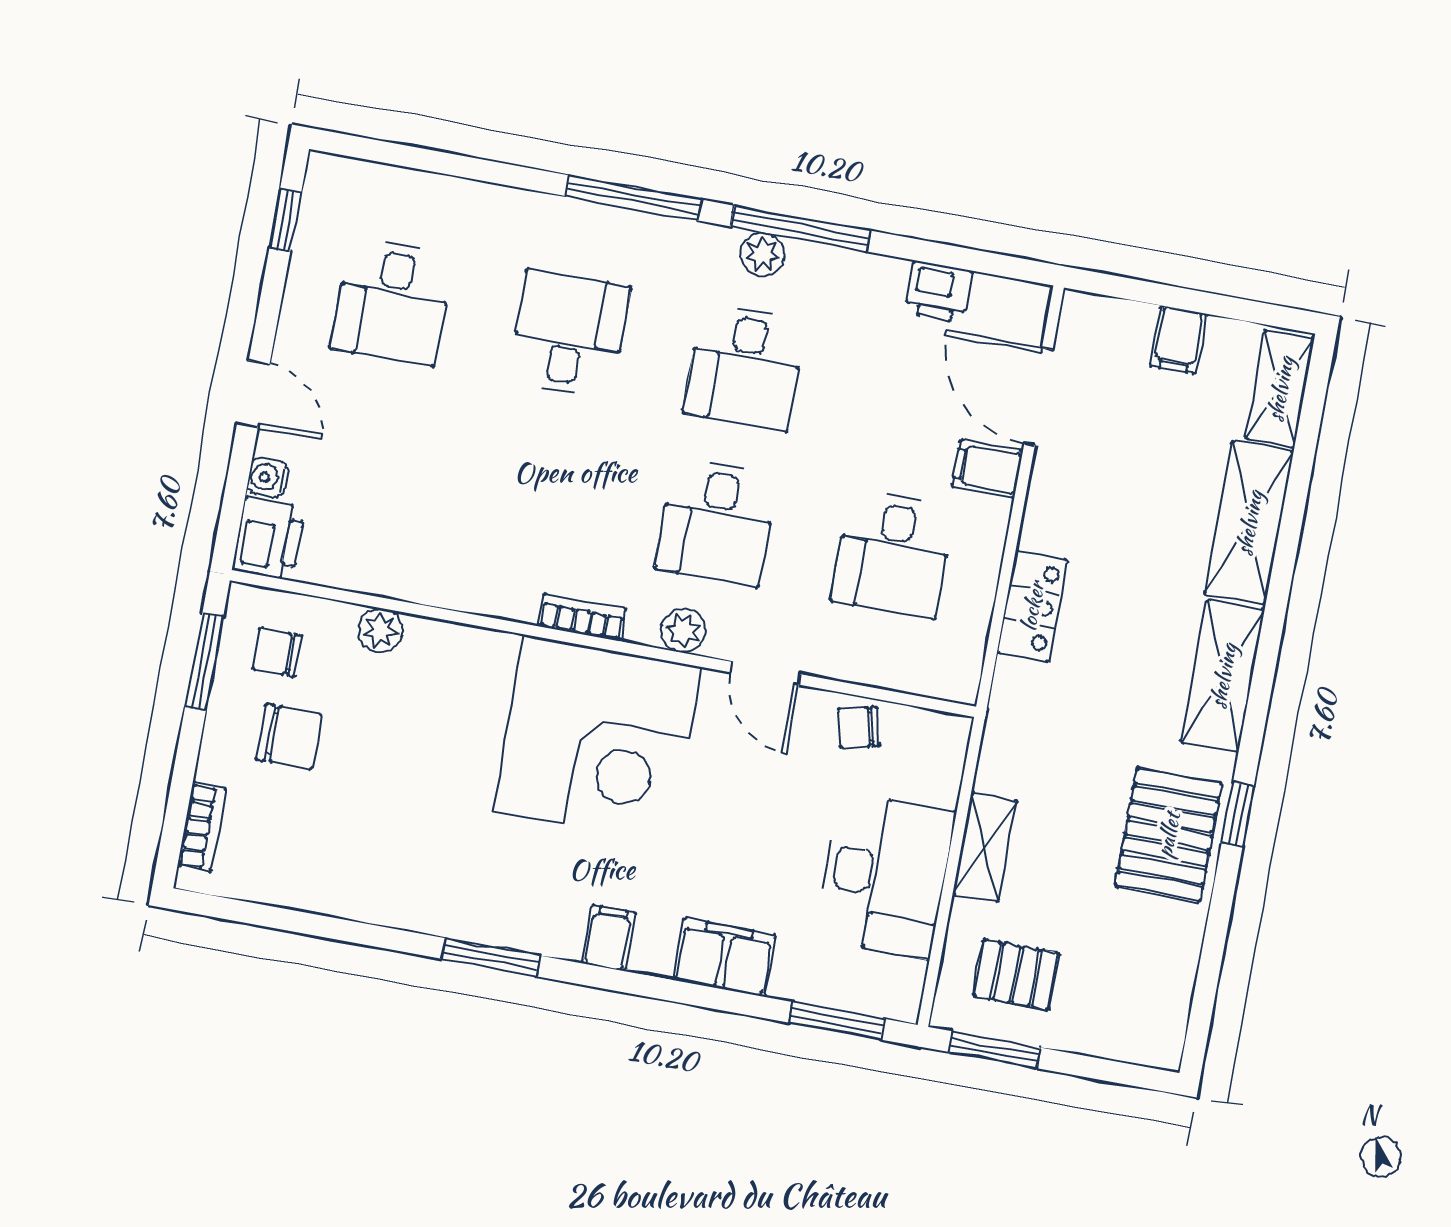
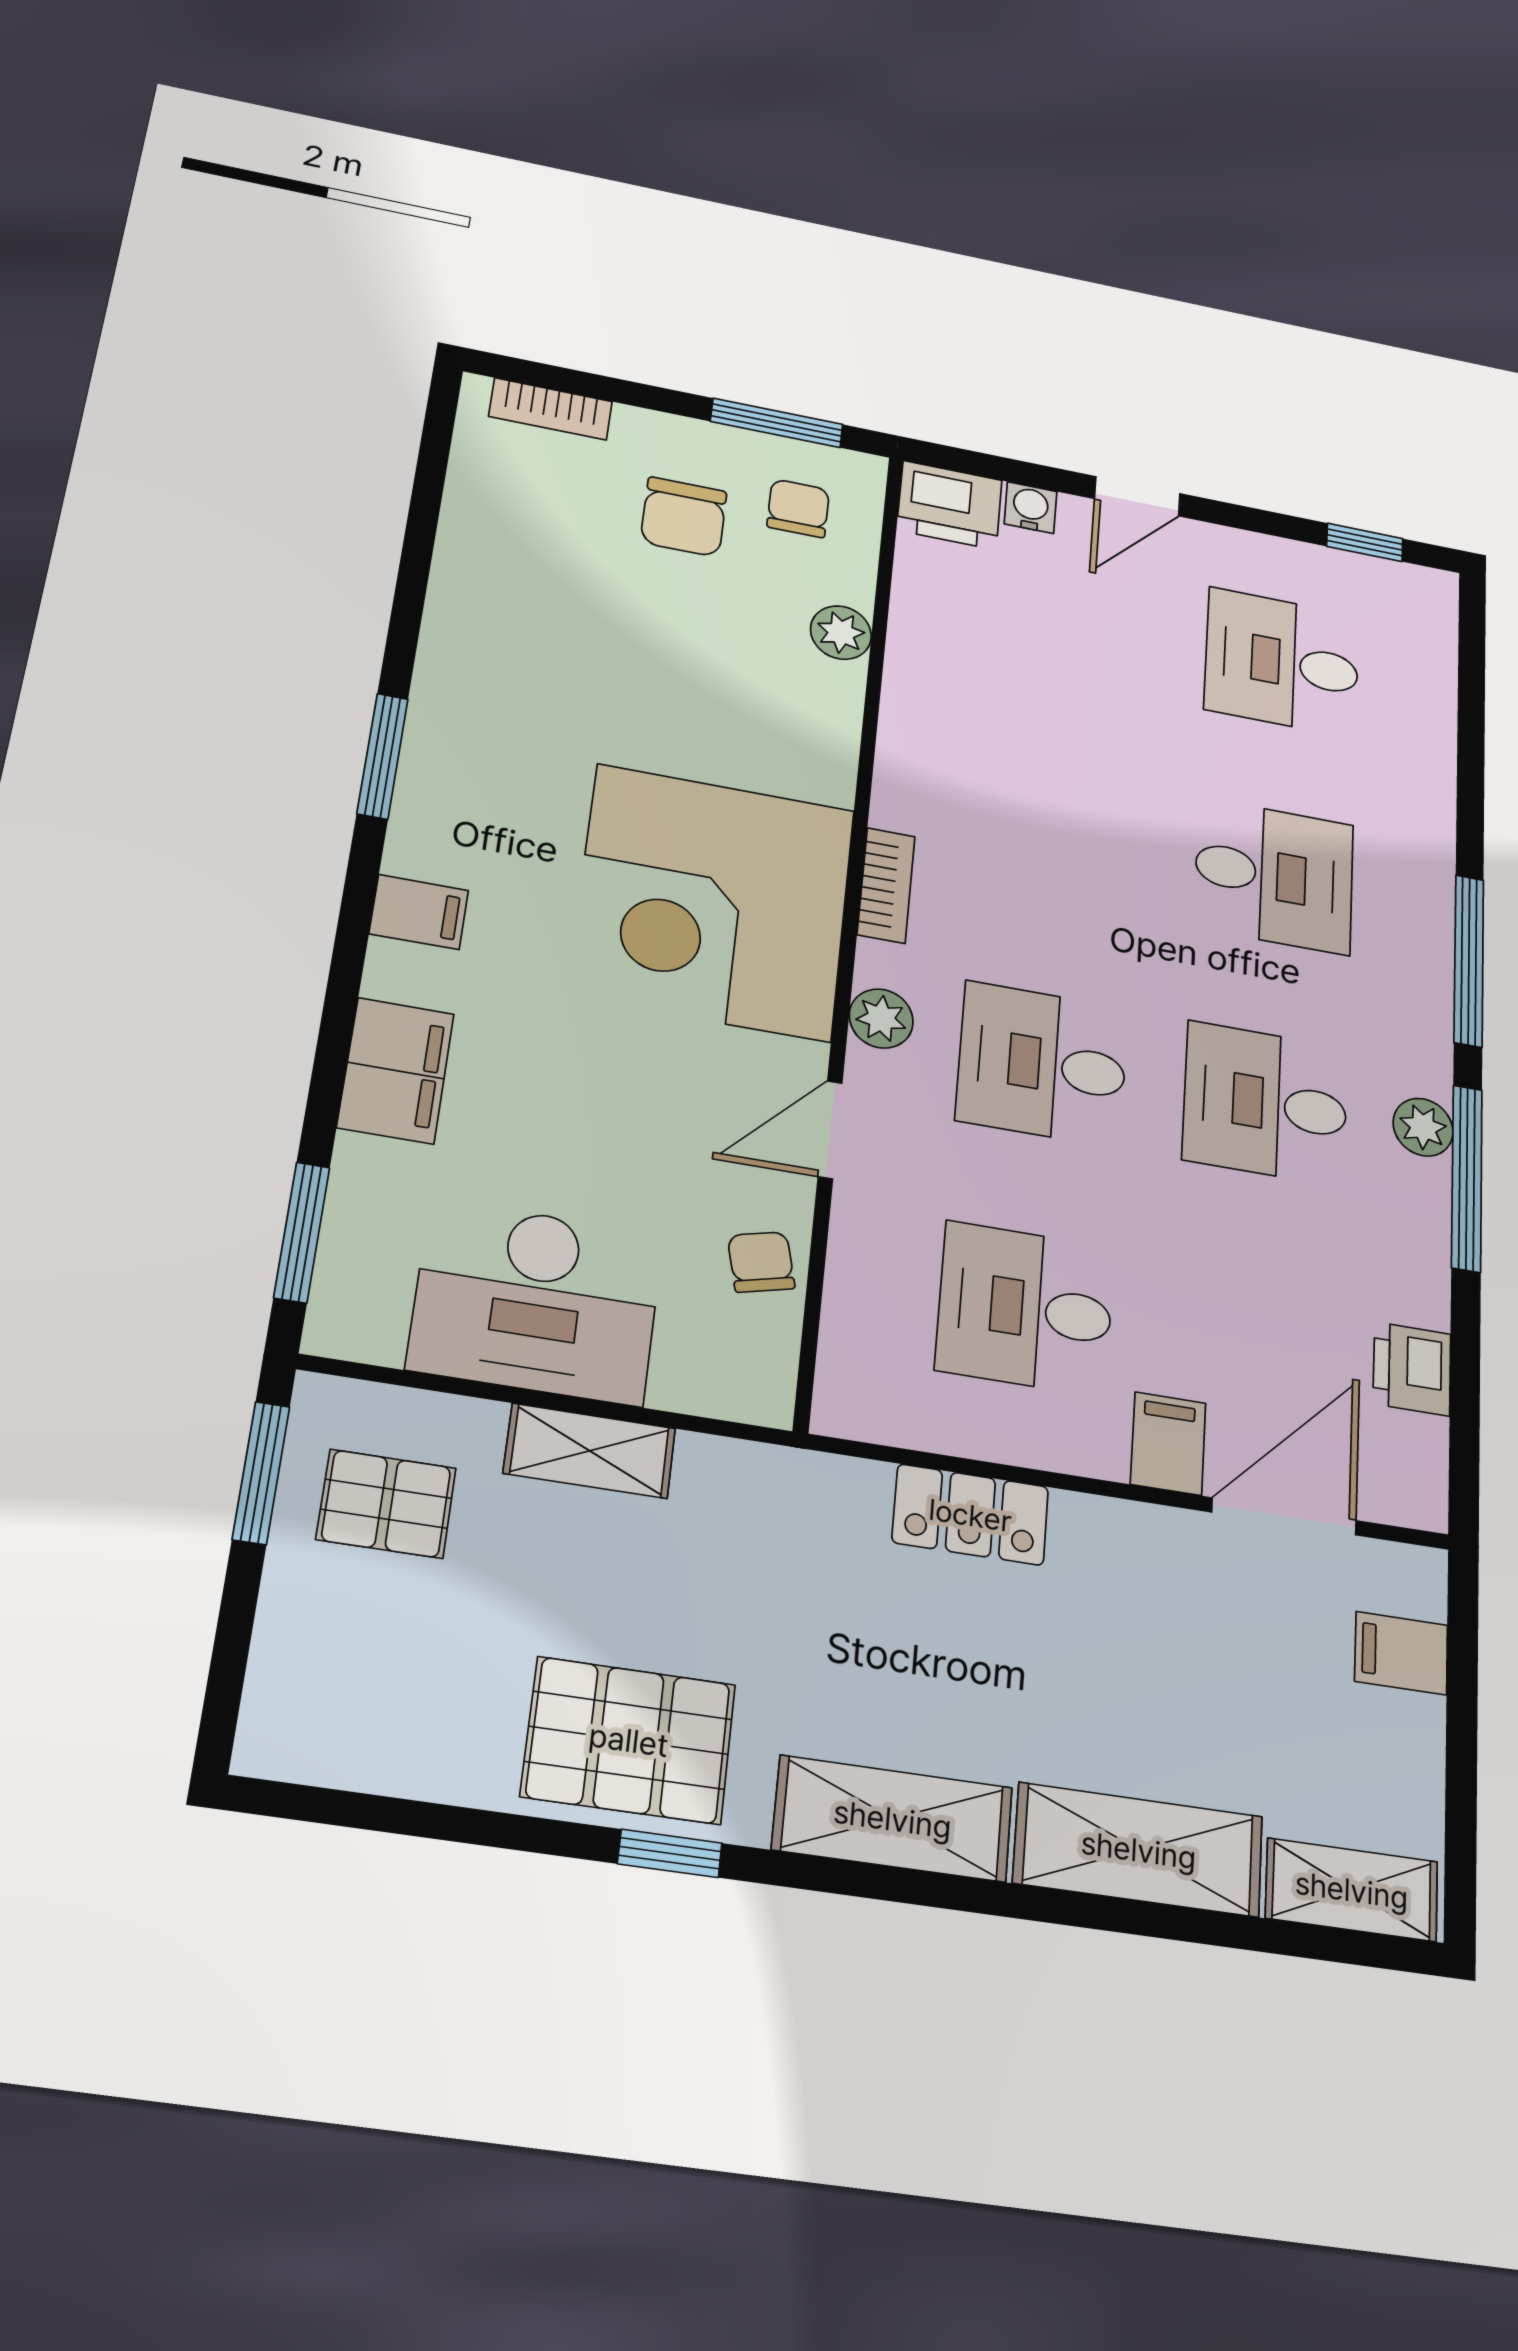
filing cabinet: (1178, 340) -> (1401, 1653), moved
pallet: (1016, 975) -> (386, 1504), turned 90

